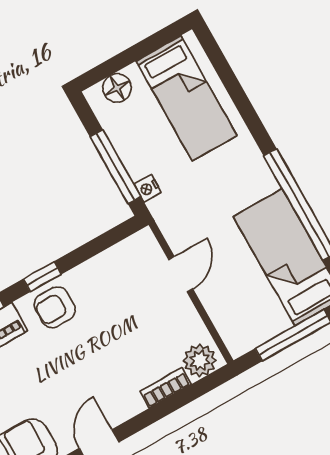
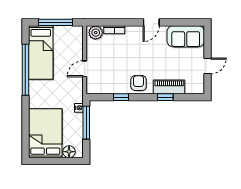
bed: (186, 98) -> (45, 133), width x1.50
window: (42, 277) -> (121, 97), moved
armchair: (55, 307) -> (139, 83), turned -90

